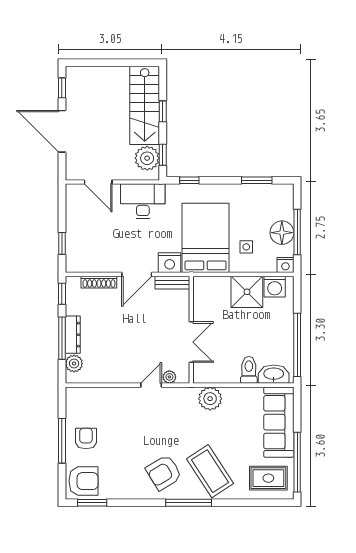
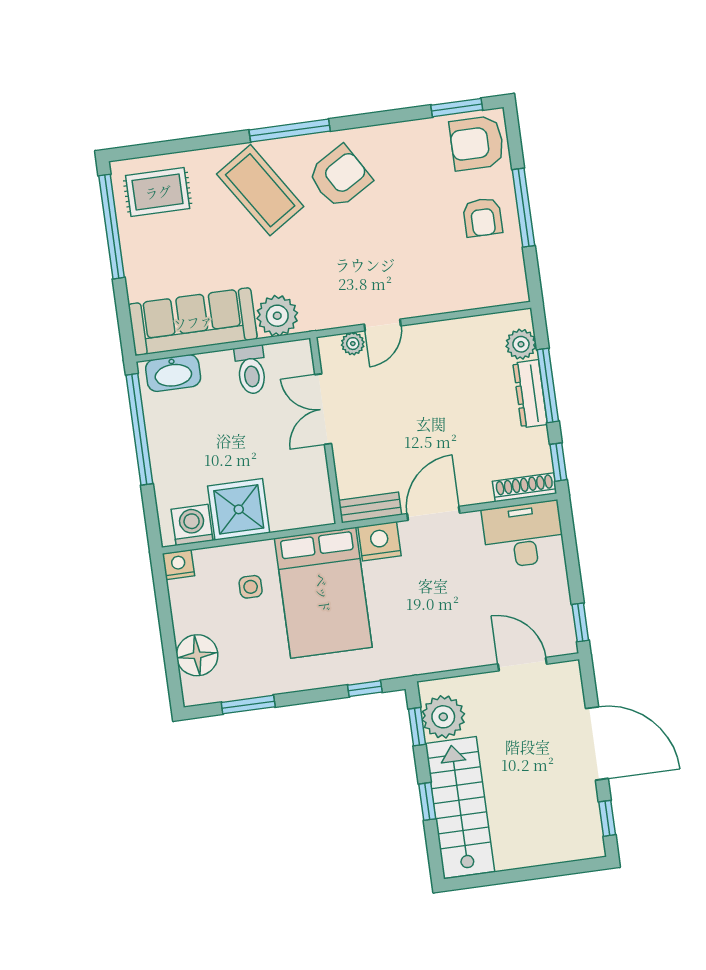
desk: (143, 201) -> (523, 535), moved, turned 180
window: (297, 232) -> (166, 625), removed
floor lamp: (282, 233) -> (197, 655), moved
window: (62, 243) -> (580, 622), moved
shoe rack: (99, 282) -> (525, 487), moved
toilet: (249, 370) -> (251, 370), moved
sofa: (279, 422) -> (193, 322), moved, turned -90

